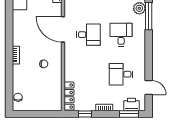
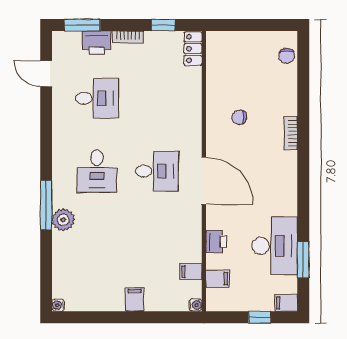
desk: (88, 35) -> (157, 171), turned 180
locker: (69, 96) -> (193, 49), width x0.66
printer: (132, 104) -> (97, 43), moved

